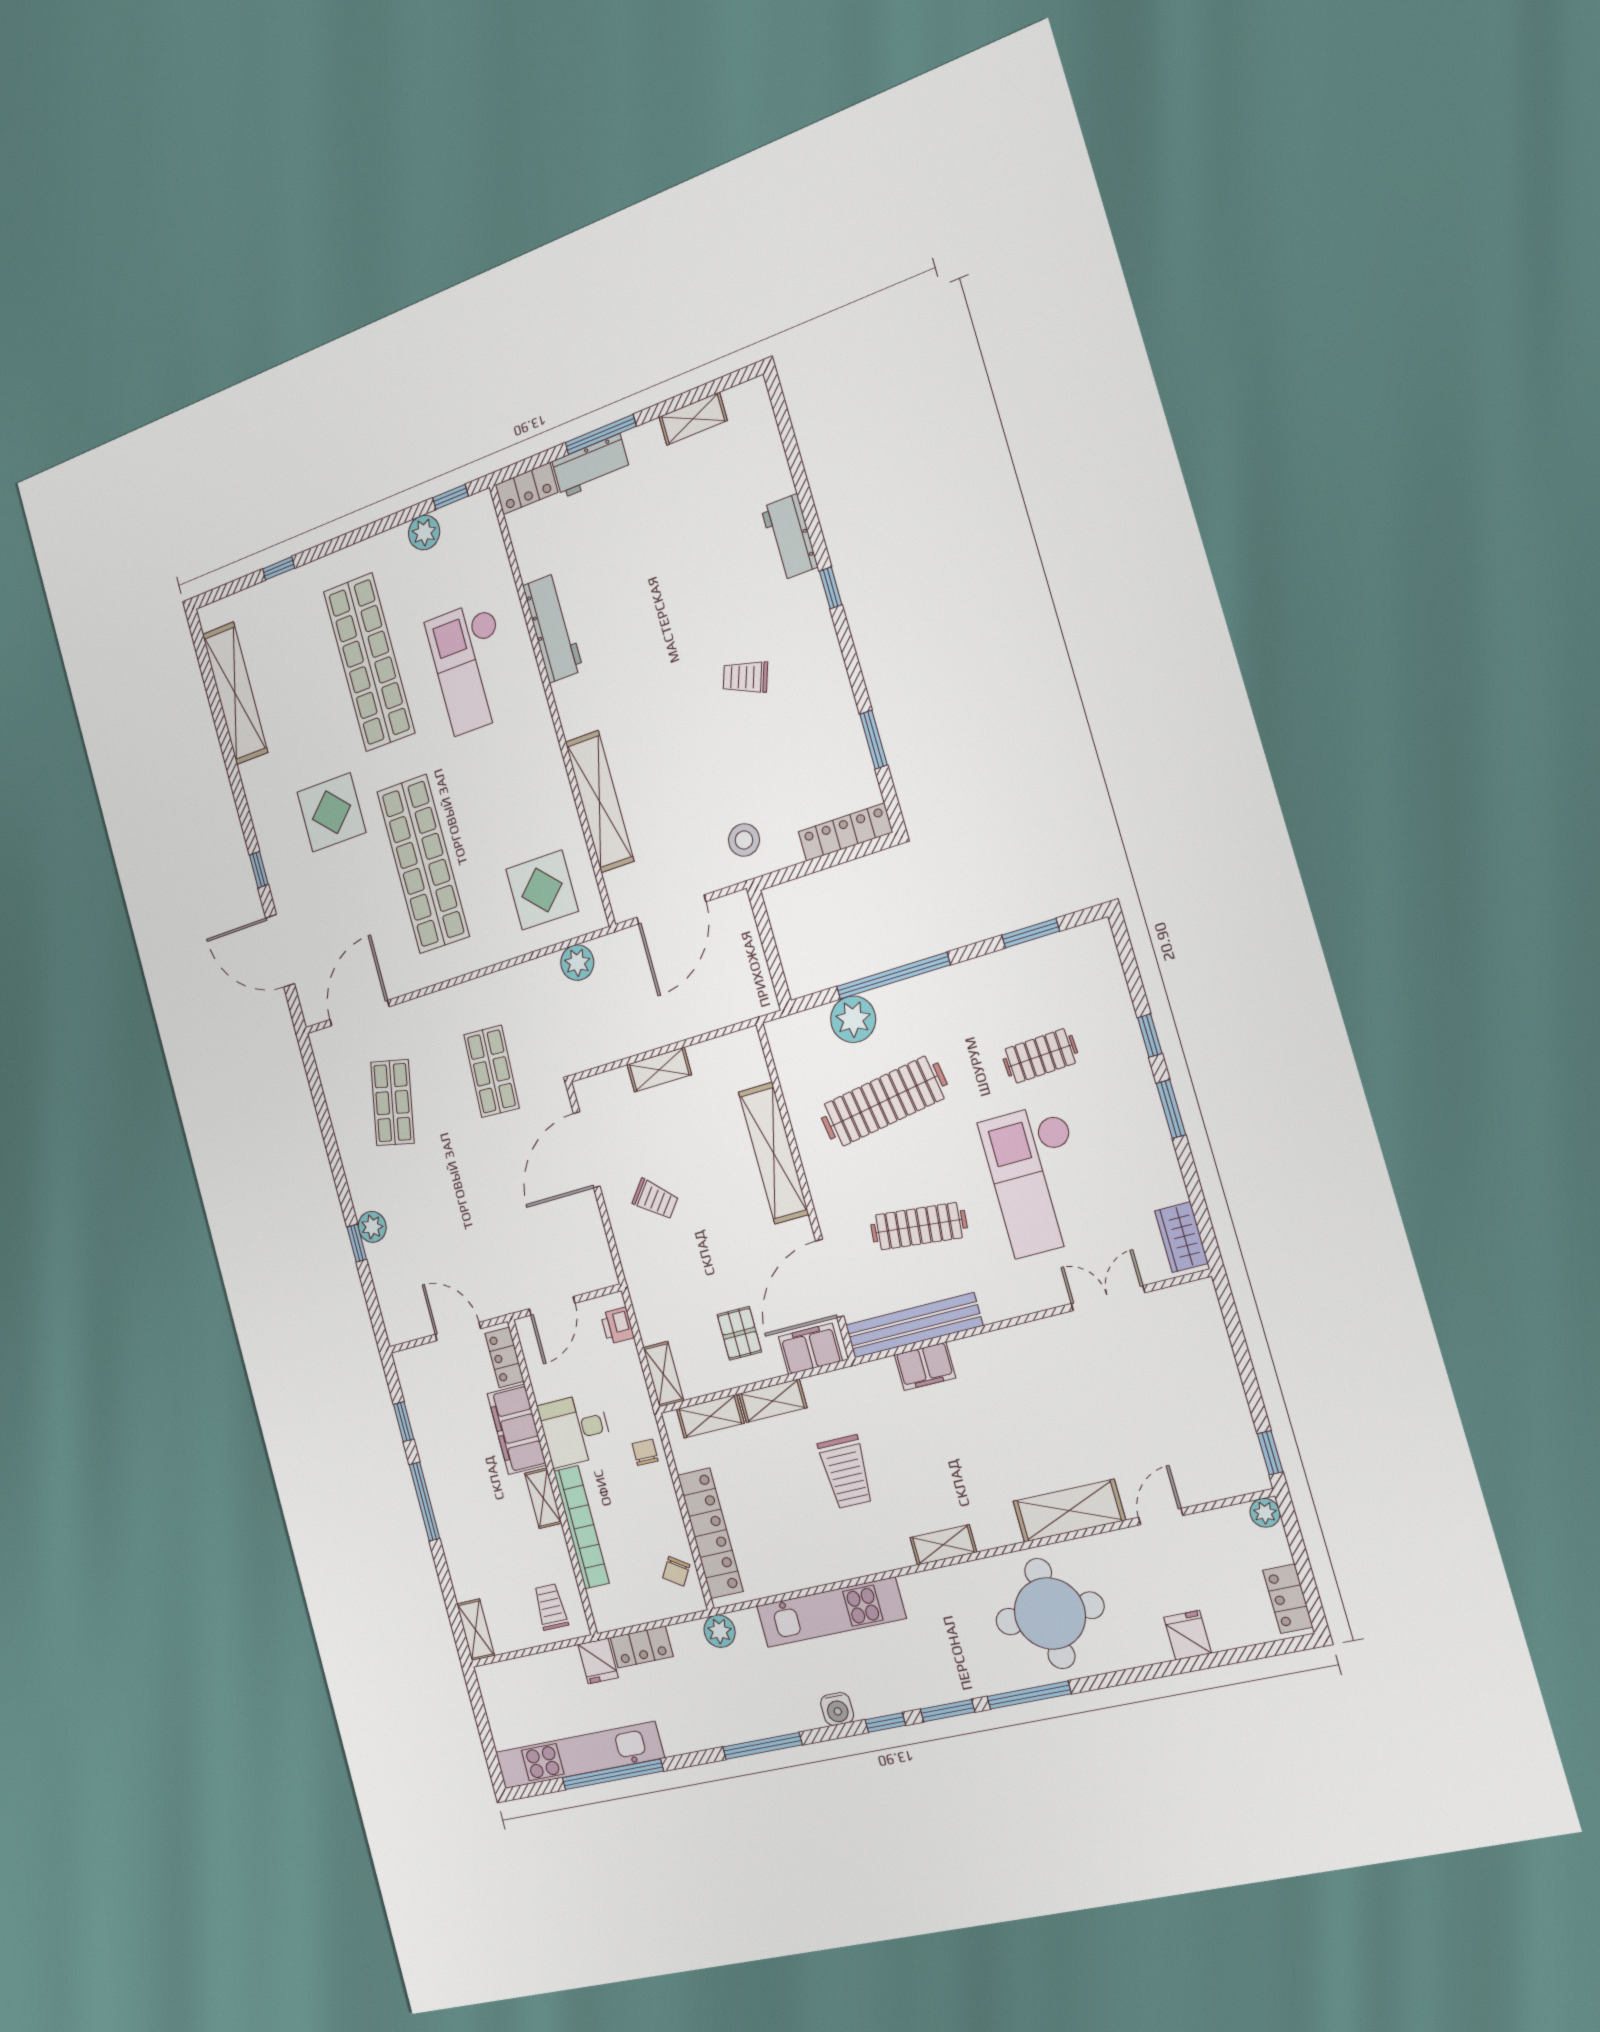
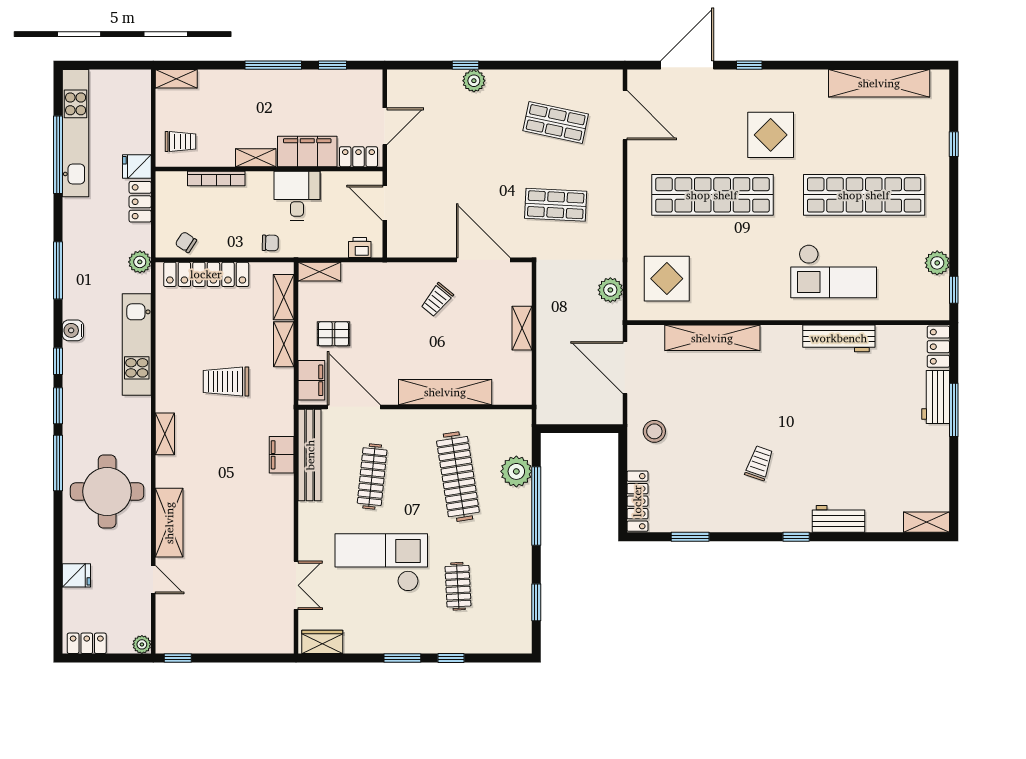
shelving: (693, 419) -> (927, 522), moved, turned 90
checkout: (472, 667) -> (834, 271), turned 180
bookcase: (581, 1527) -> (216, 178), width x0.68, depth x0.76

